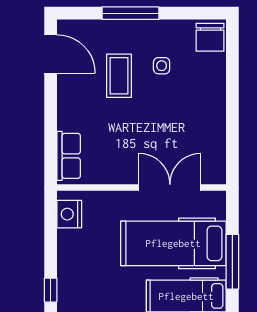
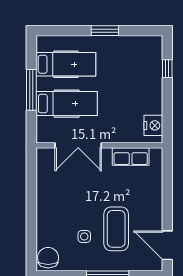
coffee table: (119, 76) -> (116, 229), width x1.36, depth x1.32
row of seats: (69, 156) -> (131, 157), moved, turned -90
hospital bed: (173, 243) -> (67, 104), width x0.73, depth x0.78

